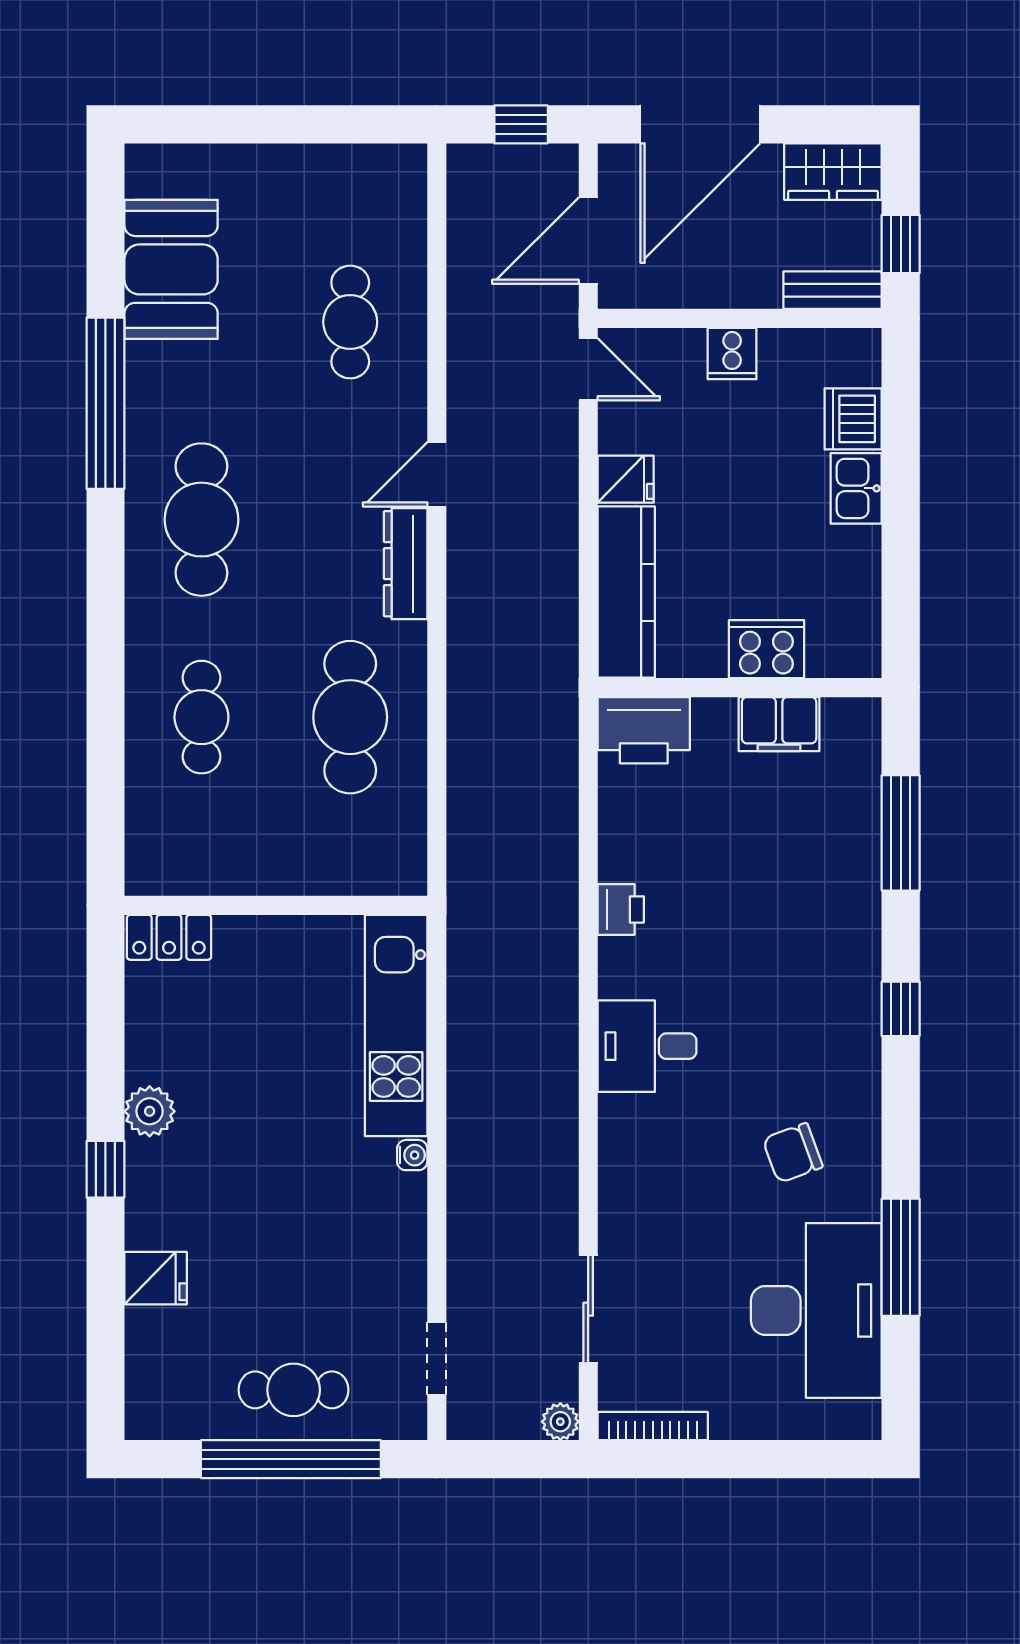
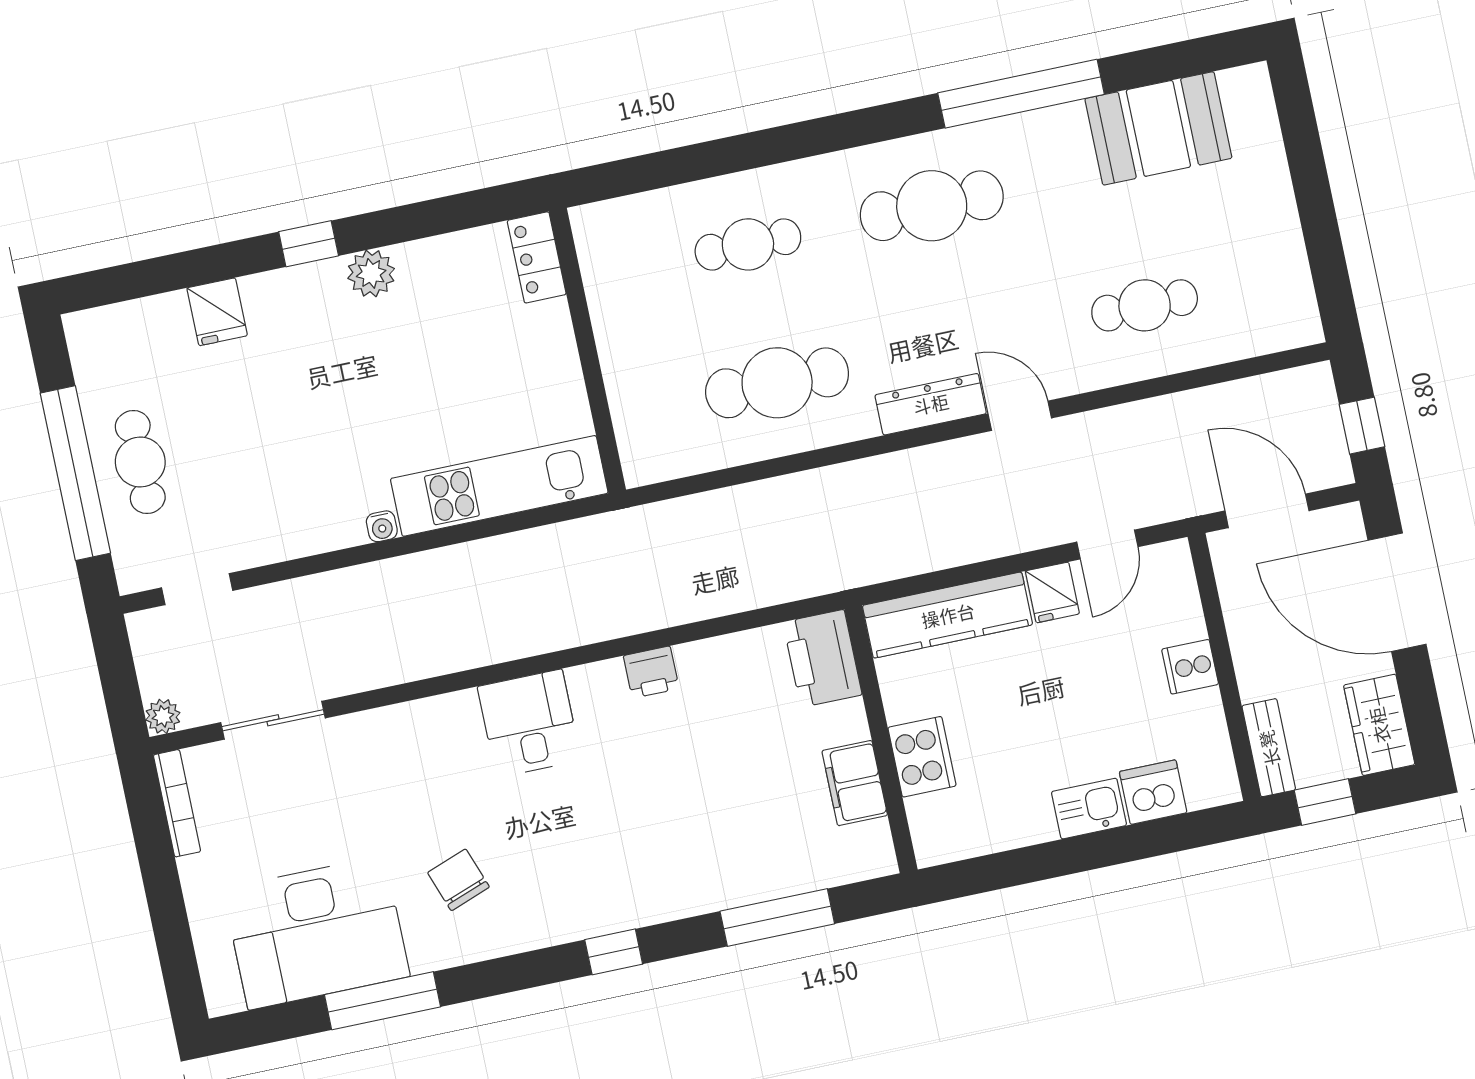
door: (588, 369) -> (1107, 544), moved

